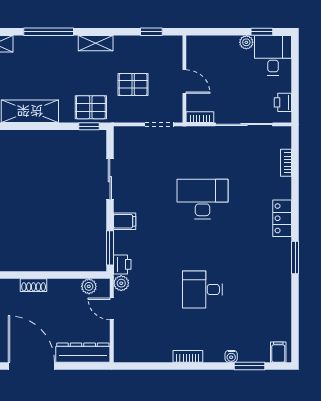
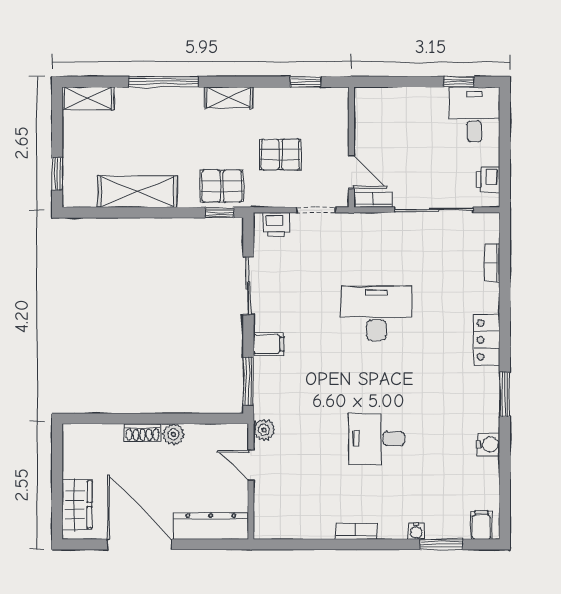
plant: (246, 42) -> (437, 96), removed
door: (184, 82) -> (351, 172), moved
printer: (122, 264) -> (276, 225), moved, turned 90
plant: (89, 286) -> (173, 434), moved
water cooler: (283, 294) -> (488, 444), added

